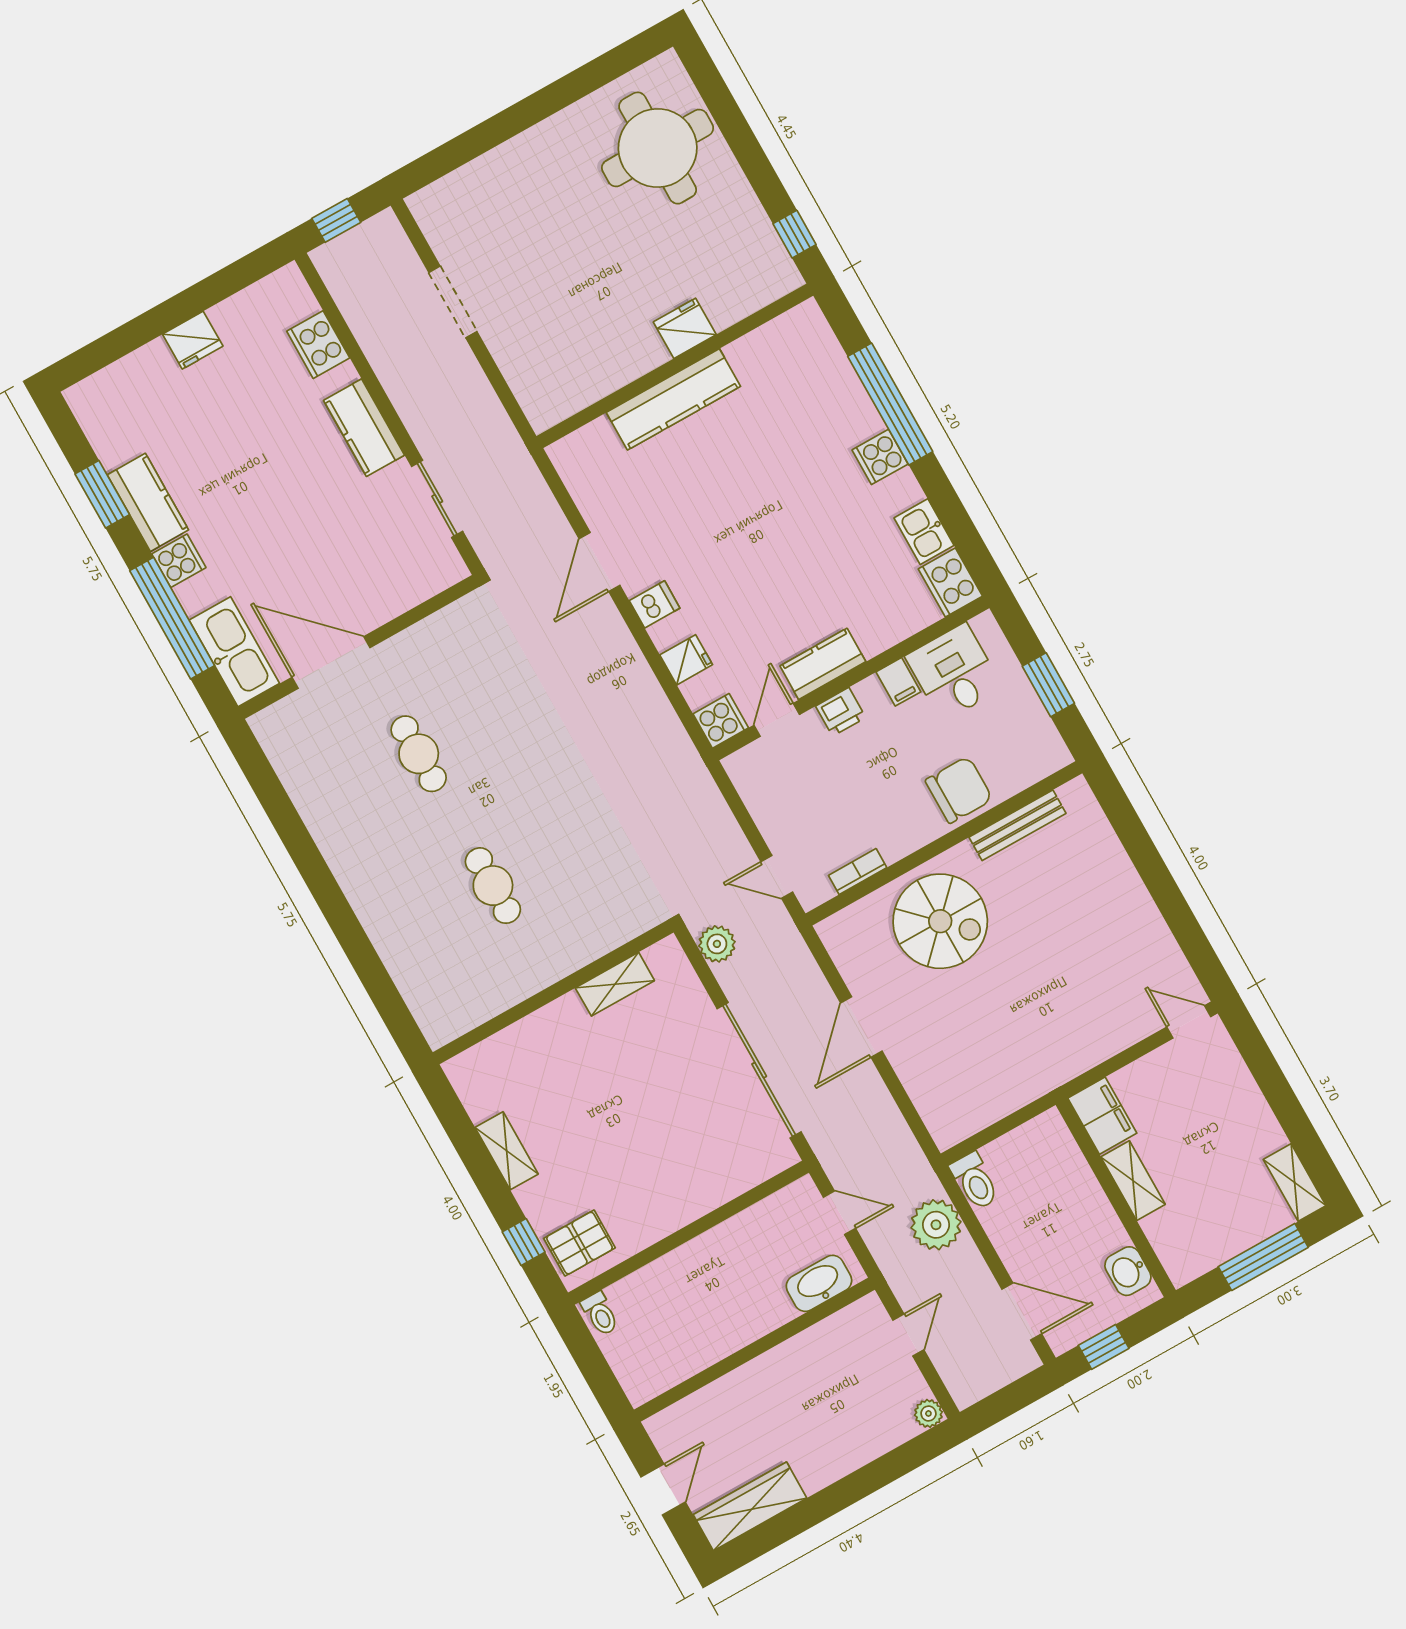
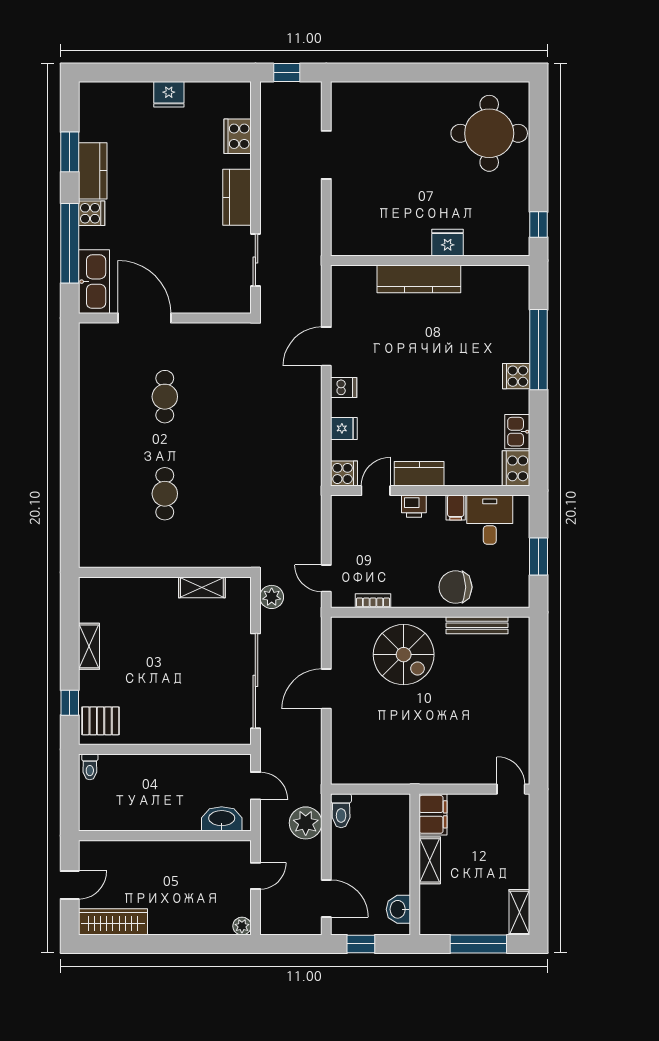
chair: (959, 790) -> (455, 587), turned 180

